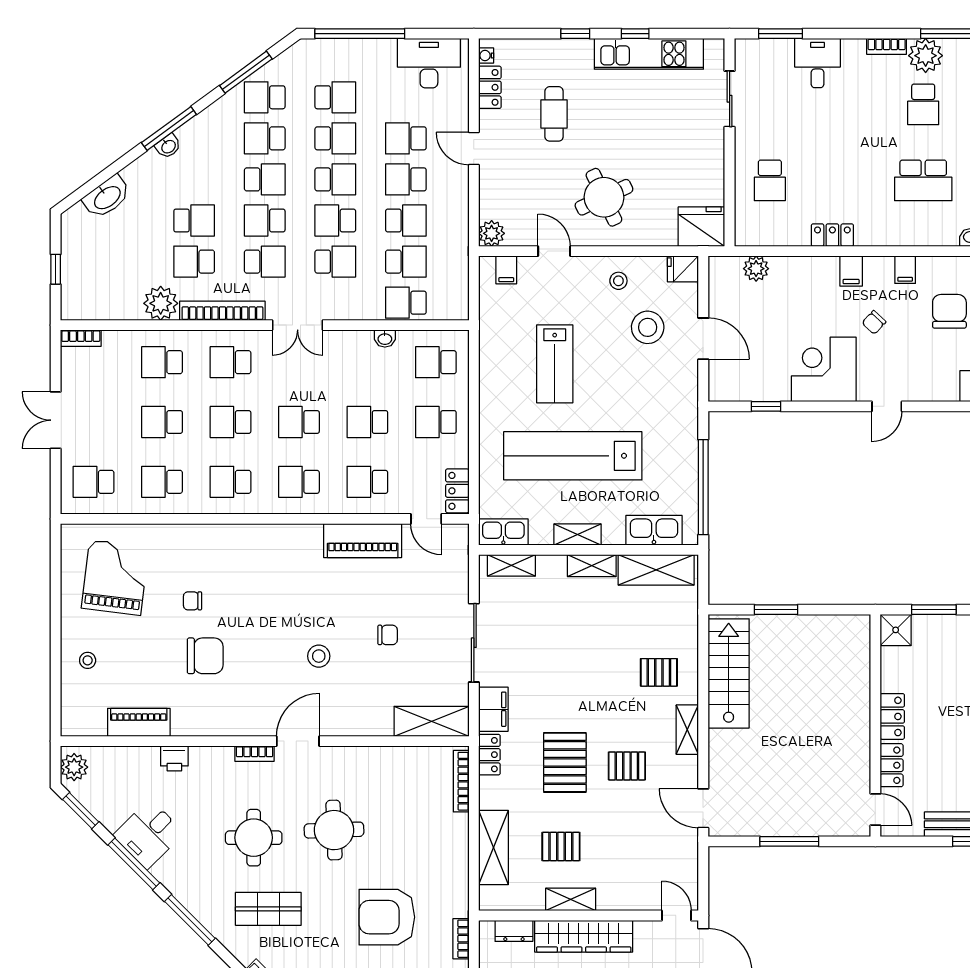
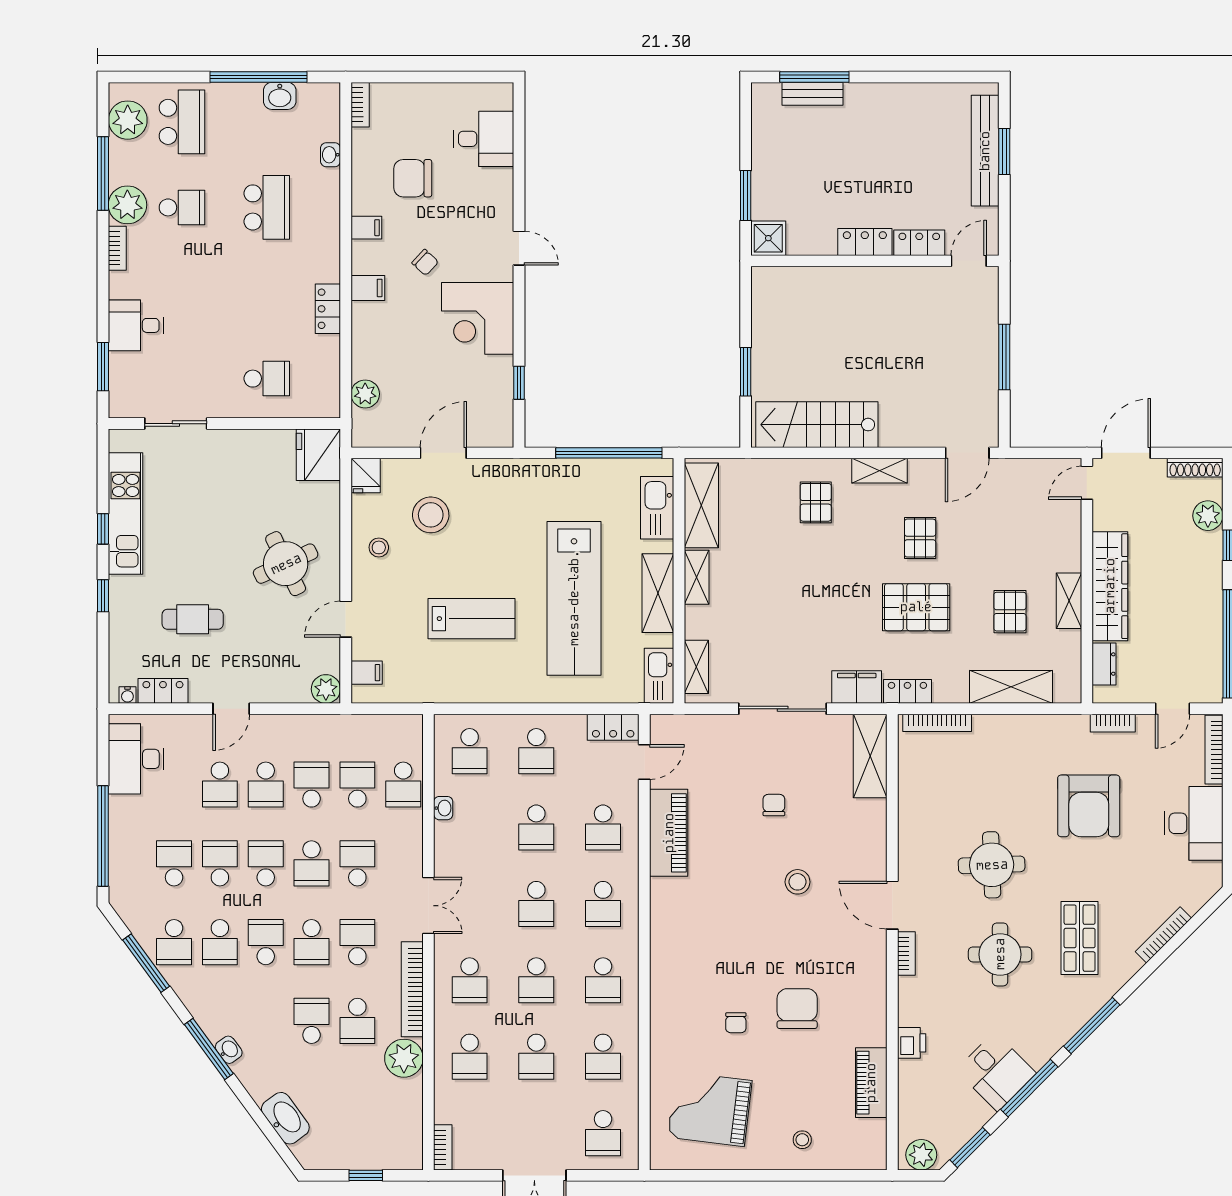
shelving: (578, 534) -> (658, 593), width x1.50, depth x1.33

